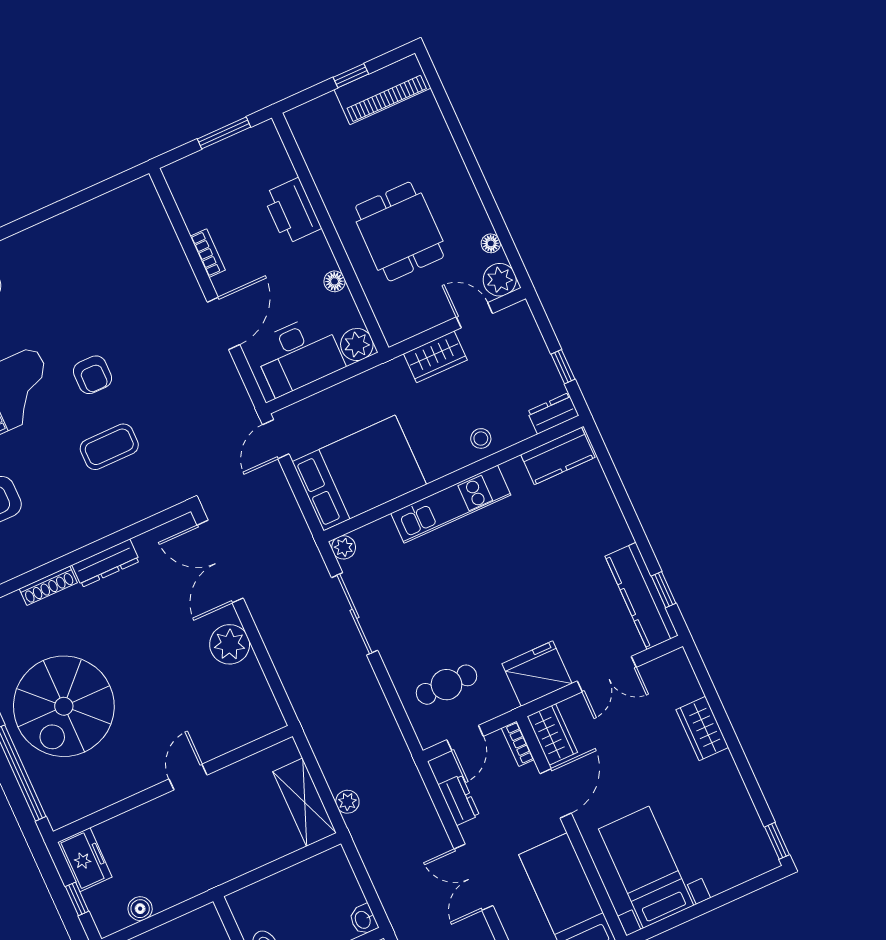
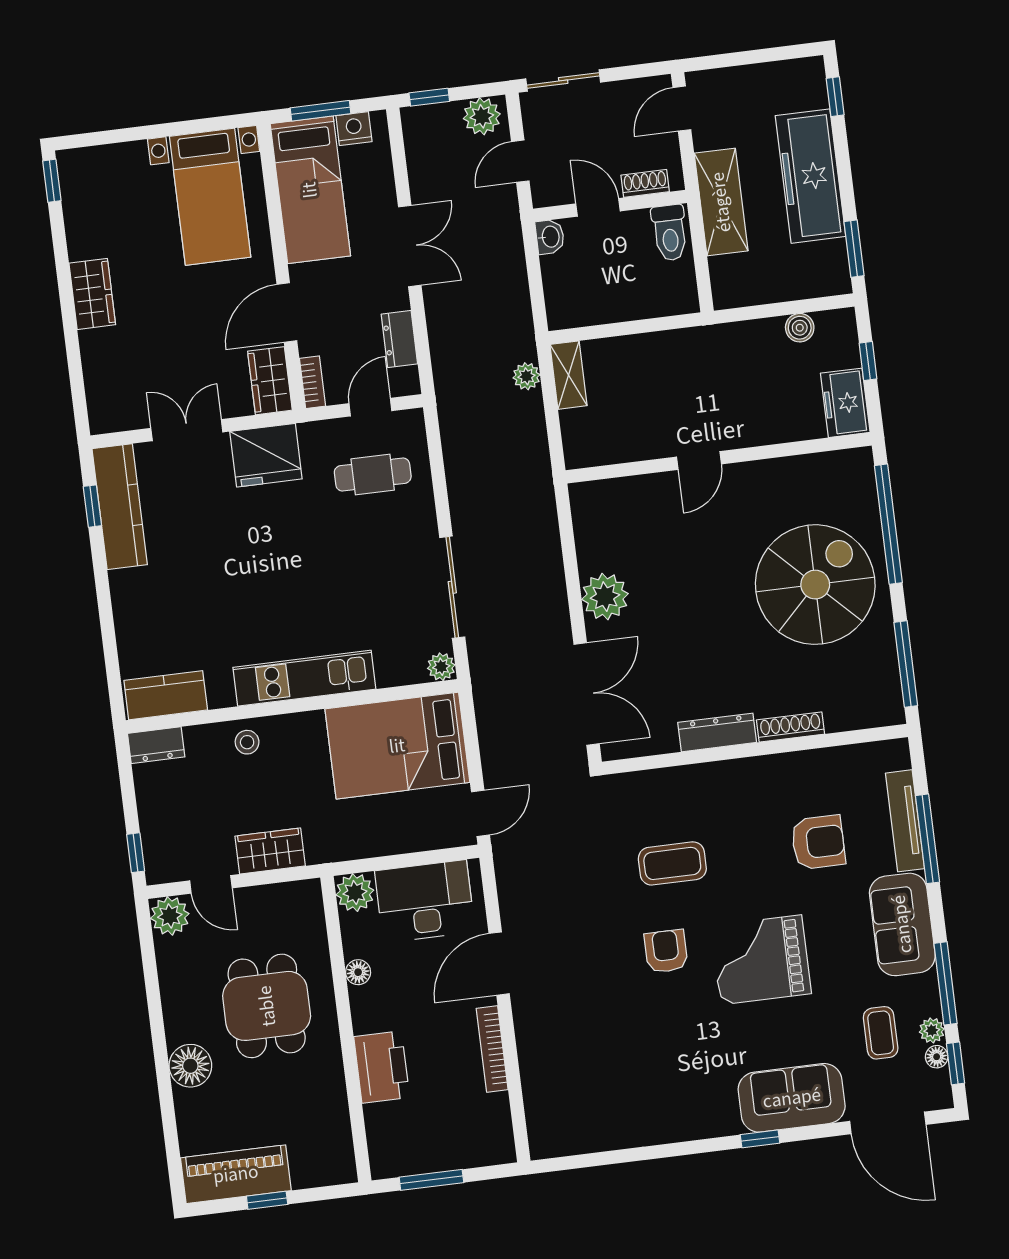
floor lamp: (491, 243) -> (190, 1066), moved, width x1.89, depth x1.89
bookcase: (208, 253) -> (492, 1049), width x1.56
window: (563, 367) -> (136, 853), moved
wardrobe: (702, 728) -> (92, 294), moved
shelving: (305, 802) -> (568, 375), width x0.67, depth x0.75

